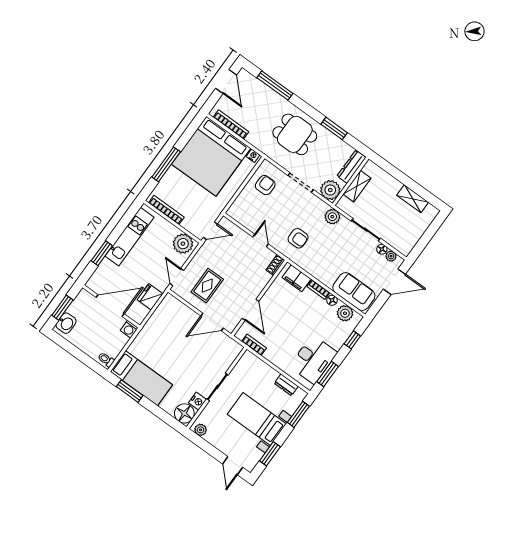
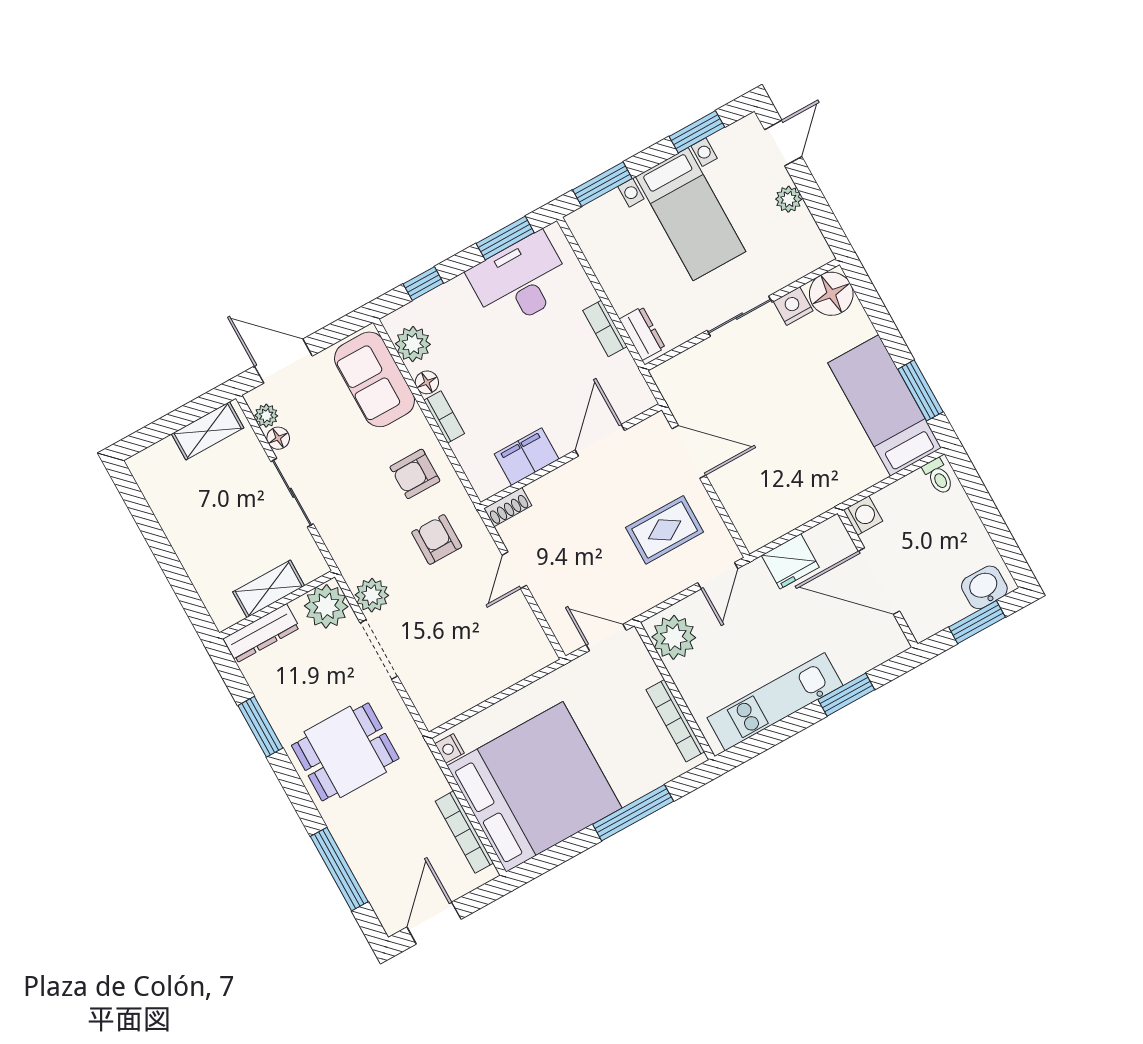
dining table: (295, 134) -> (345, 752), turned 90
armchair: (265, 185) -> (415, 474), moved
shelving: (413, 199) -> (208, 431), moved, turned 90
plant: (332, 217) -> (372, 595), moved
filing cabinet: (296, 278) -> (527, 457), moved, turned -90
bookcase: (254, 345) -> (605, 328), moved
dresser: (286, 385) -> (642, 333), moved
plant: (201, 430) -> (789, 199), moved

